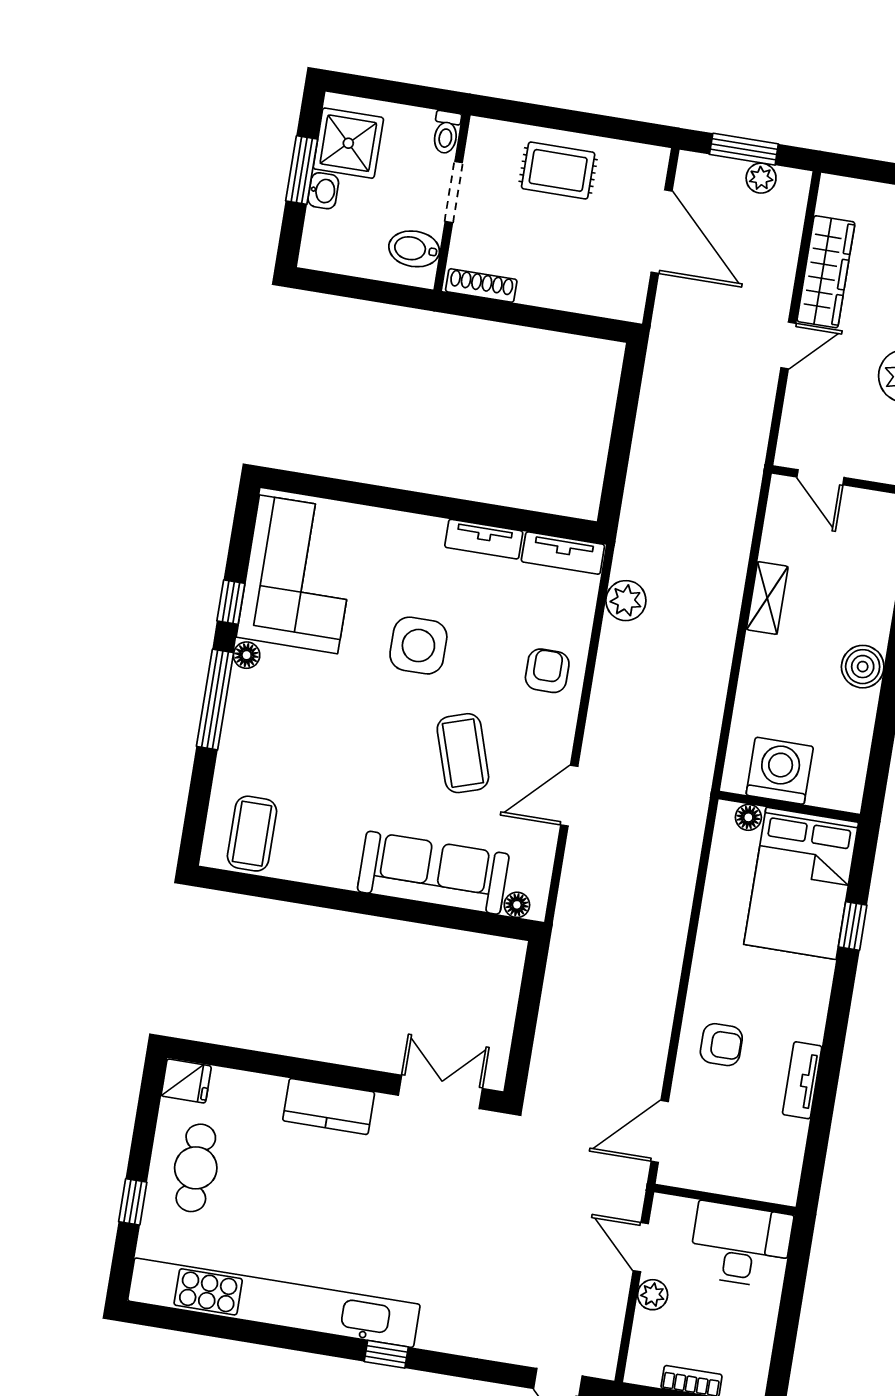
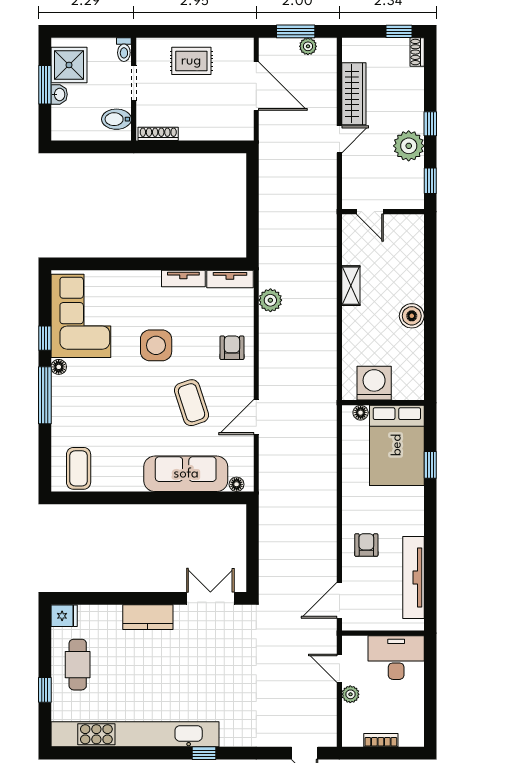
armchair: (721, 1045) -> (366, 545), turned -90
tv unit: (802, 1080) -> (414, 577), width x1.92, depth x1.29

